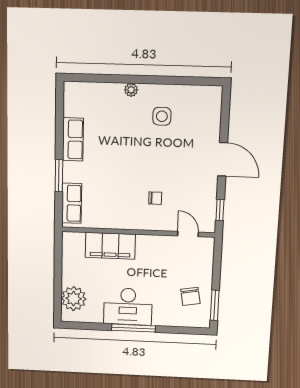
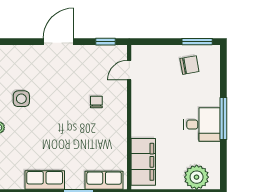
filing cabinet: (110, 246) -> (143, 162), moved
desk: (128, 306) -> (202, 125), width x0.73

